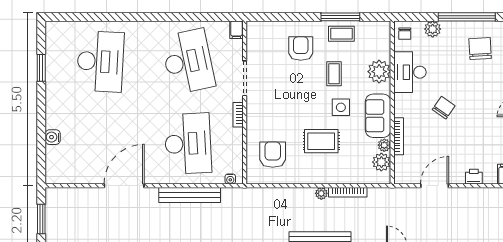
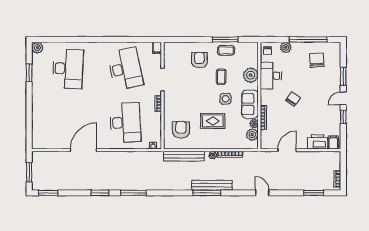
plant: (54, 29) -> (37, 48), added
water cooler: (53, 137) -> (37, 118), removed
printer: (474, 177) -> (318, 142), width x1.87, depth x1.48
bench: (190, 195) -> (184, 156), moved

